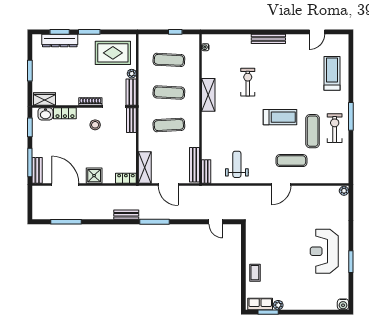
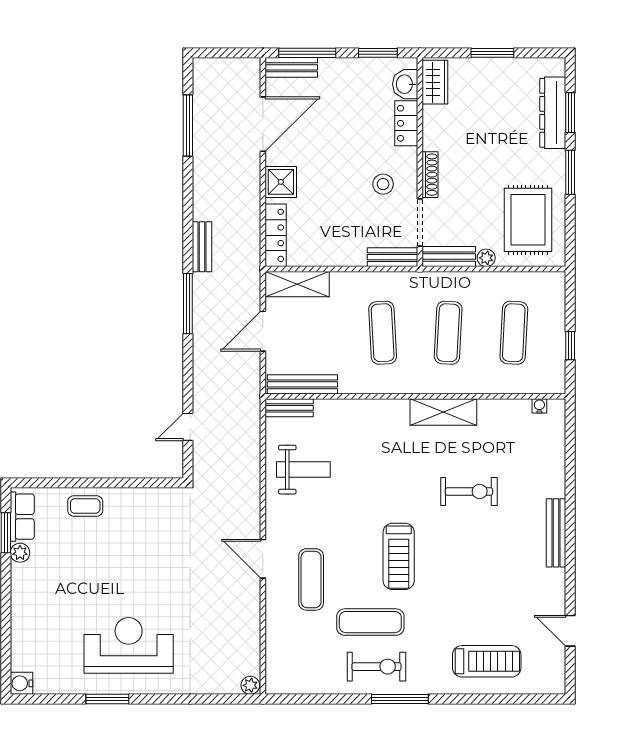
locker: (126, 178) -> (276, 235), width x1.53

